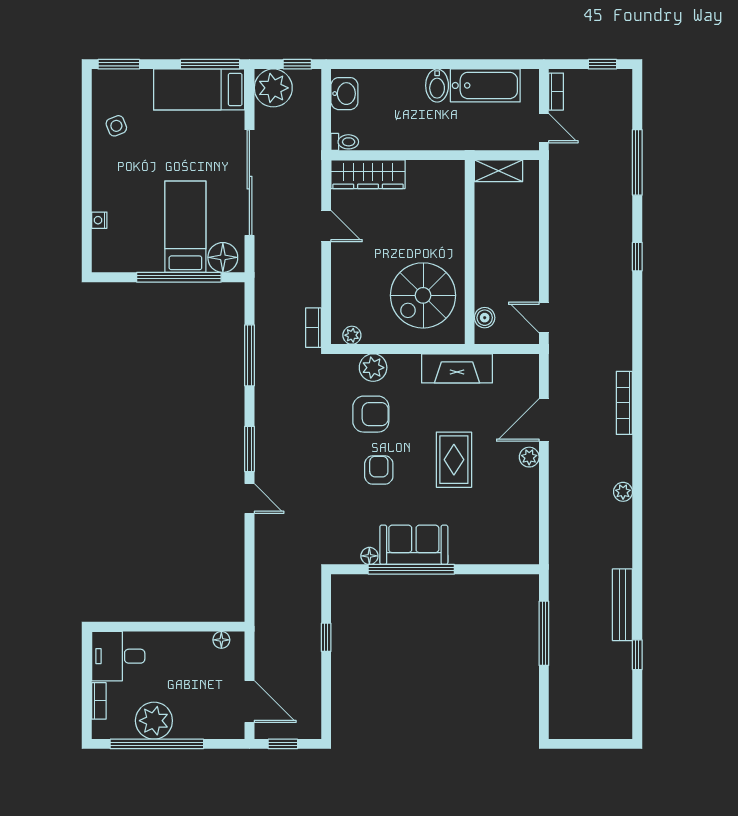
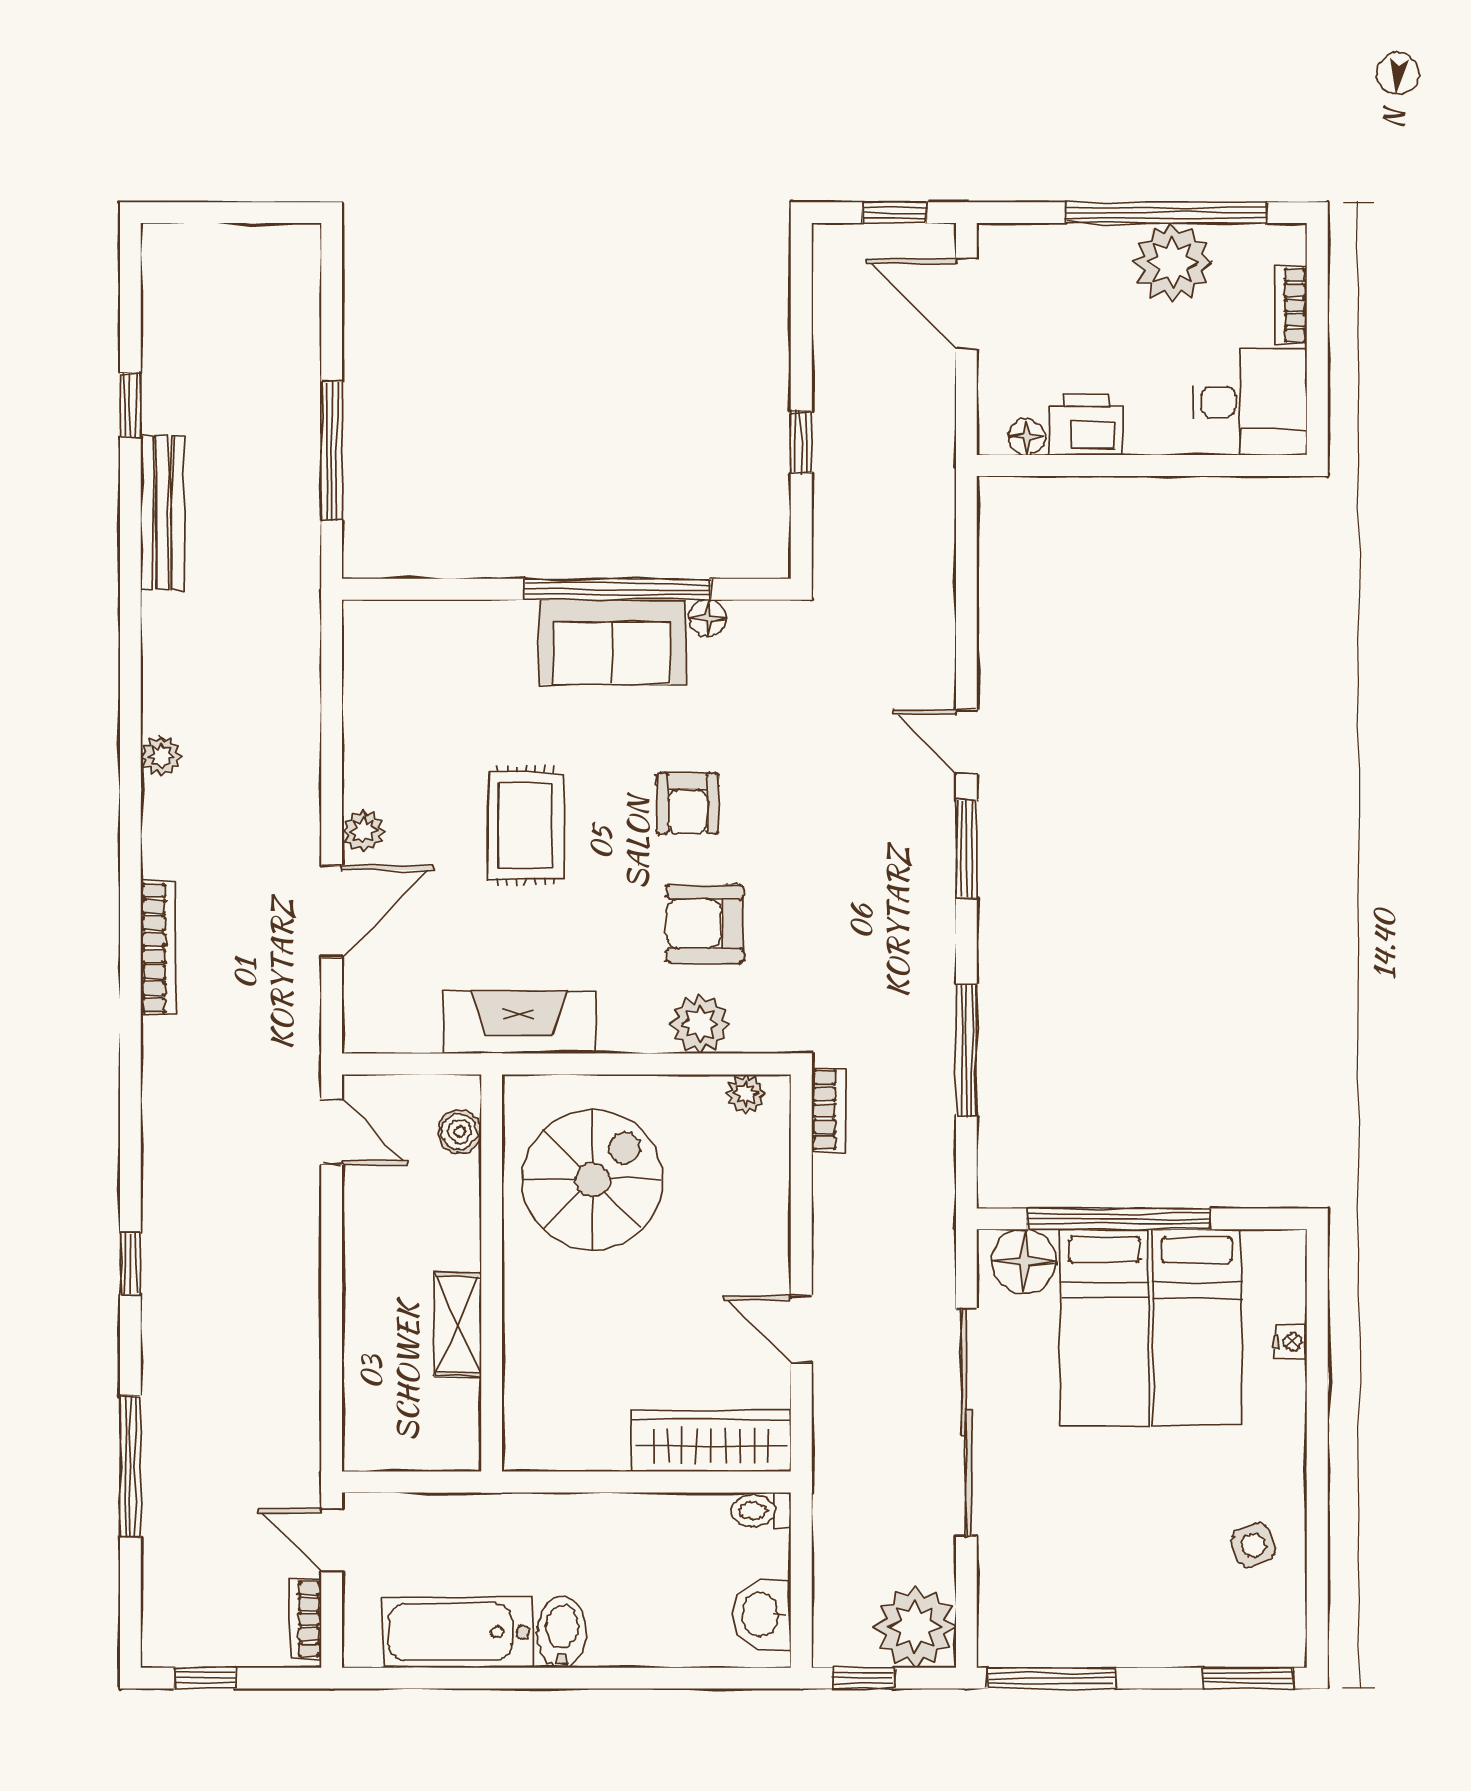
bed: (199, 89) -> (1197, 1327), moved, turned 90
shelving: (499, 171) -> (458, 1324), moved, turned 90
printer: (194, 646) -> (1086, 425), added

